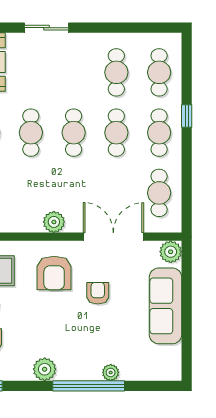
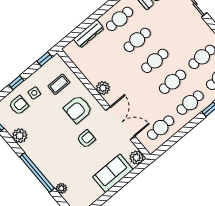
sofa: (165, 306) -> (113, 173), width x0.73
plant: (45, 369) -> (20, 136), moved
plant: (111, 372) -> (61, 188), moved

